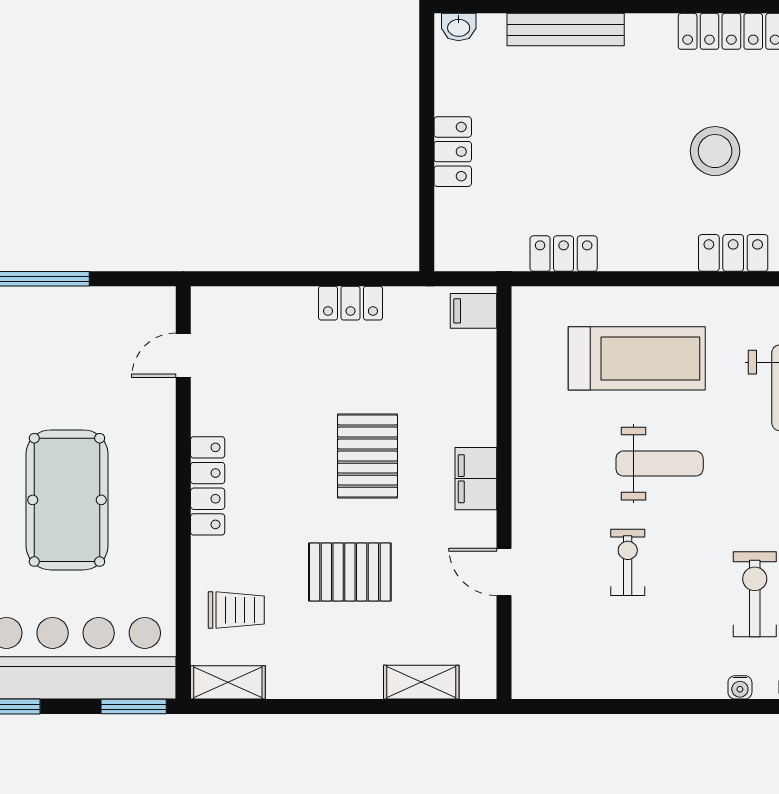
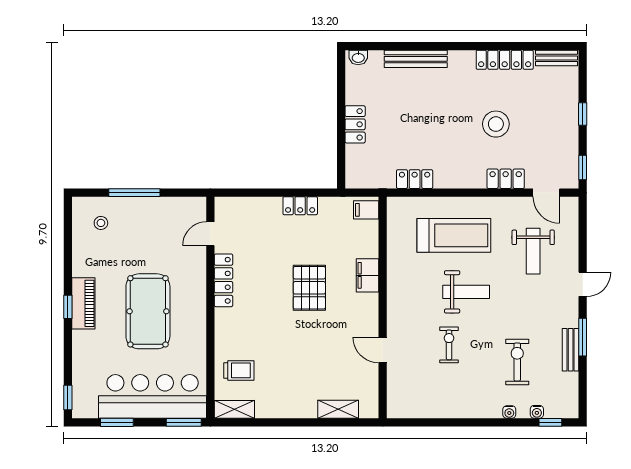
filing cabinet: (476, 479) -> (367, 275), moved
locker: (208, 486) -> (223, 280), moved
pallet: (350, 572) -> (300, 350), removed

